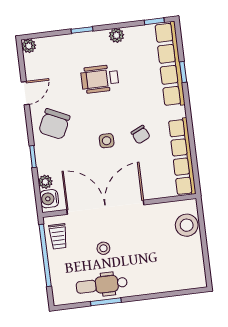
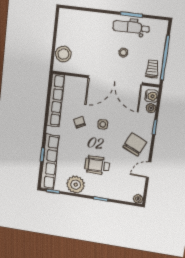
plant: (117, 35) -> (76, 185), width x1.88, depth x1.88
wheelchair: (100, 79) -> (97, 165), turned 180
dental chair: (102, 285) -> (131, 27), turned 180

